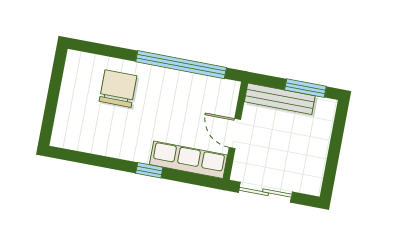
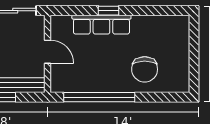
row of seats: (188, 160) -> (101, 25), moved

